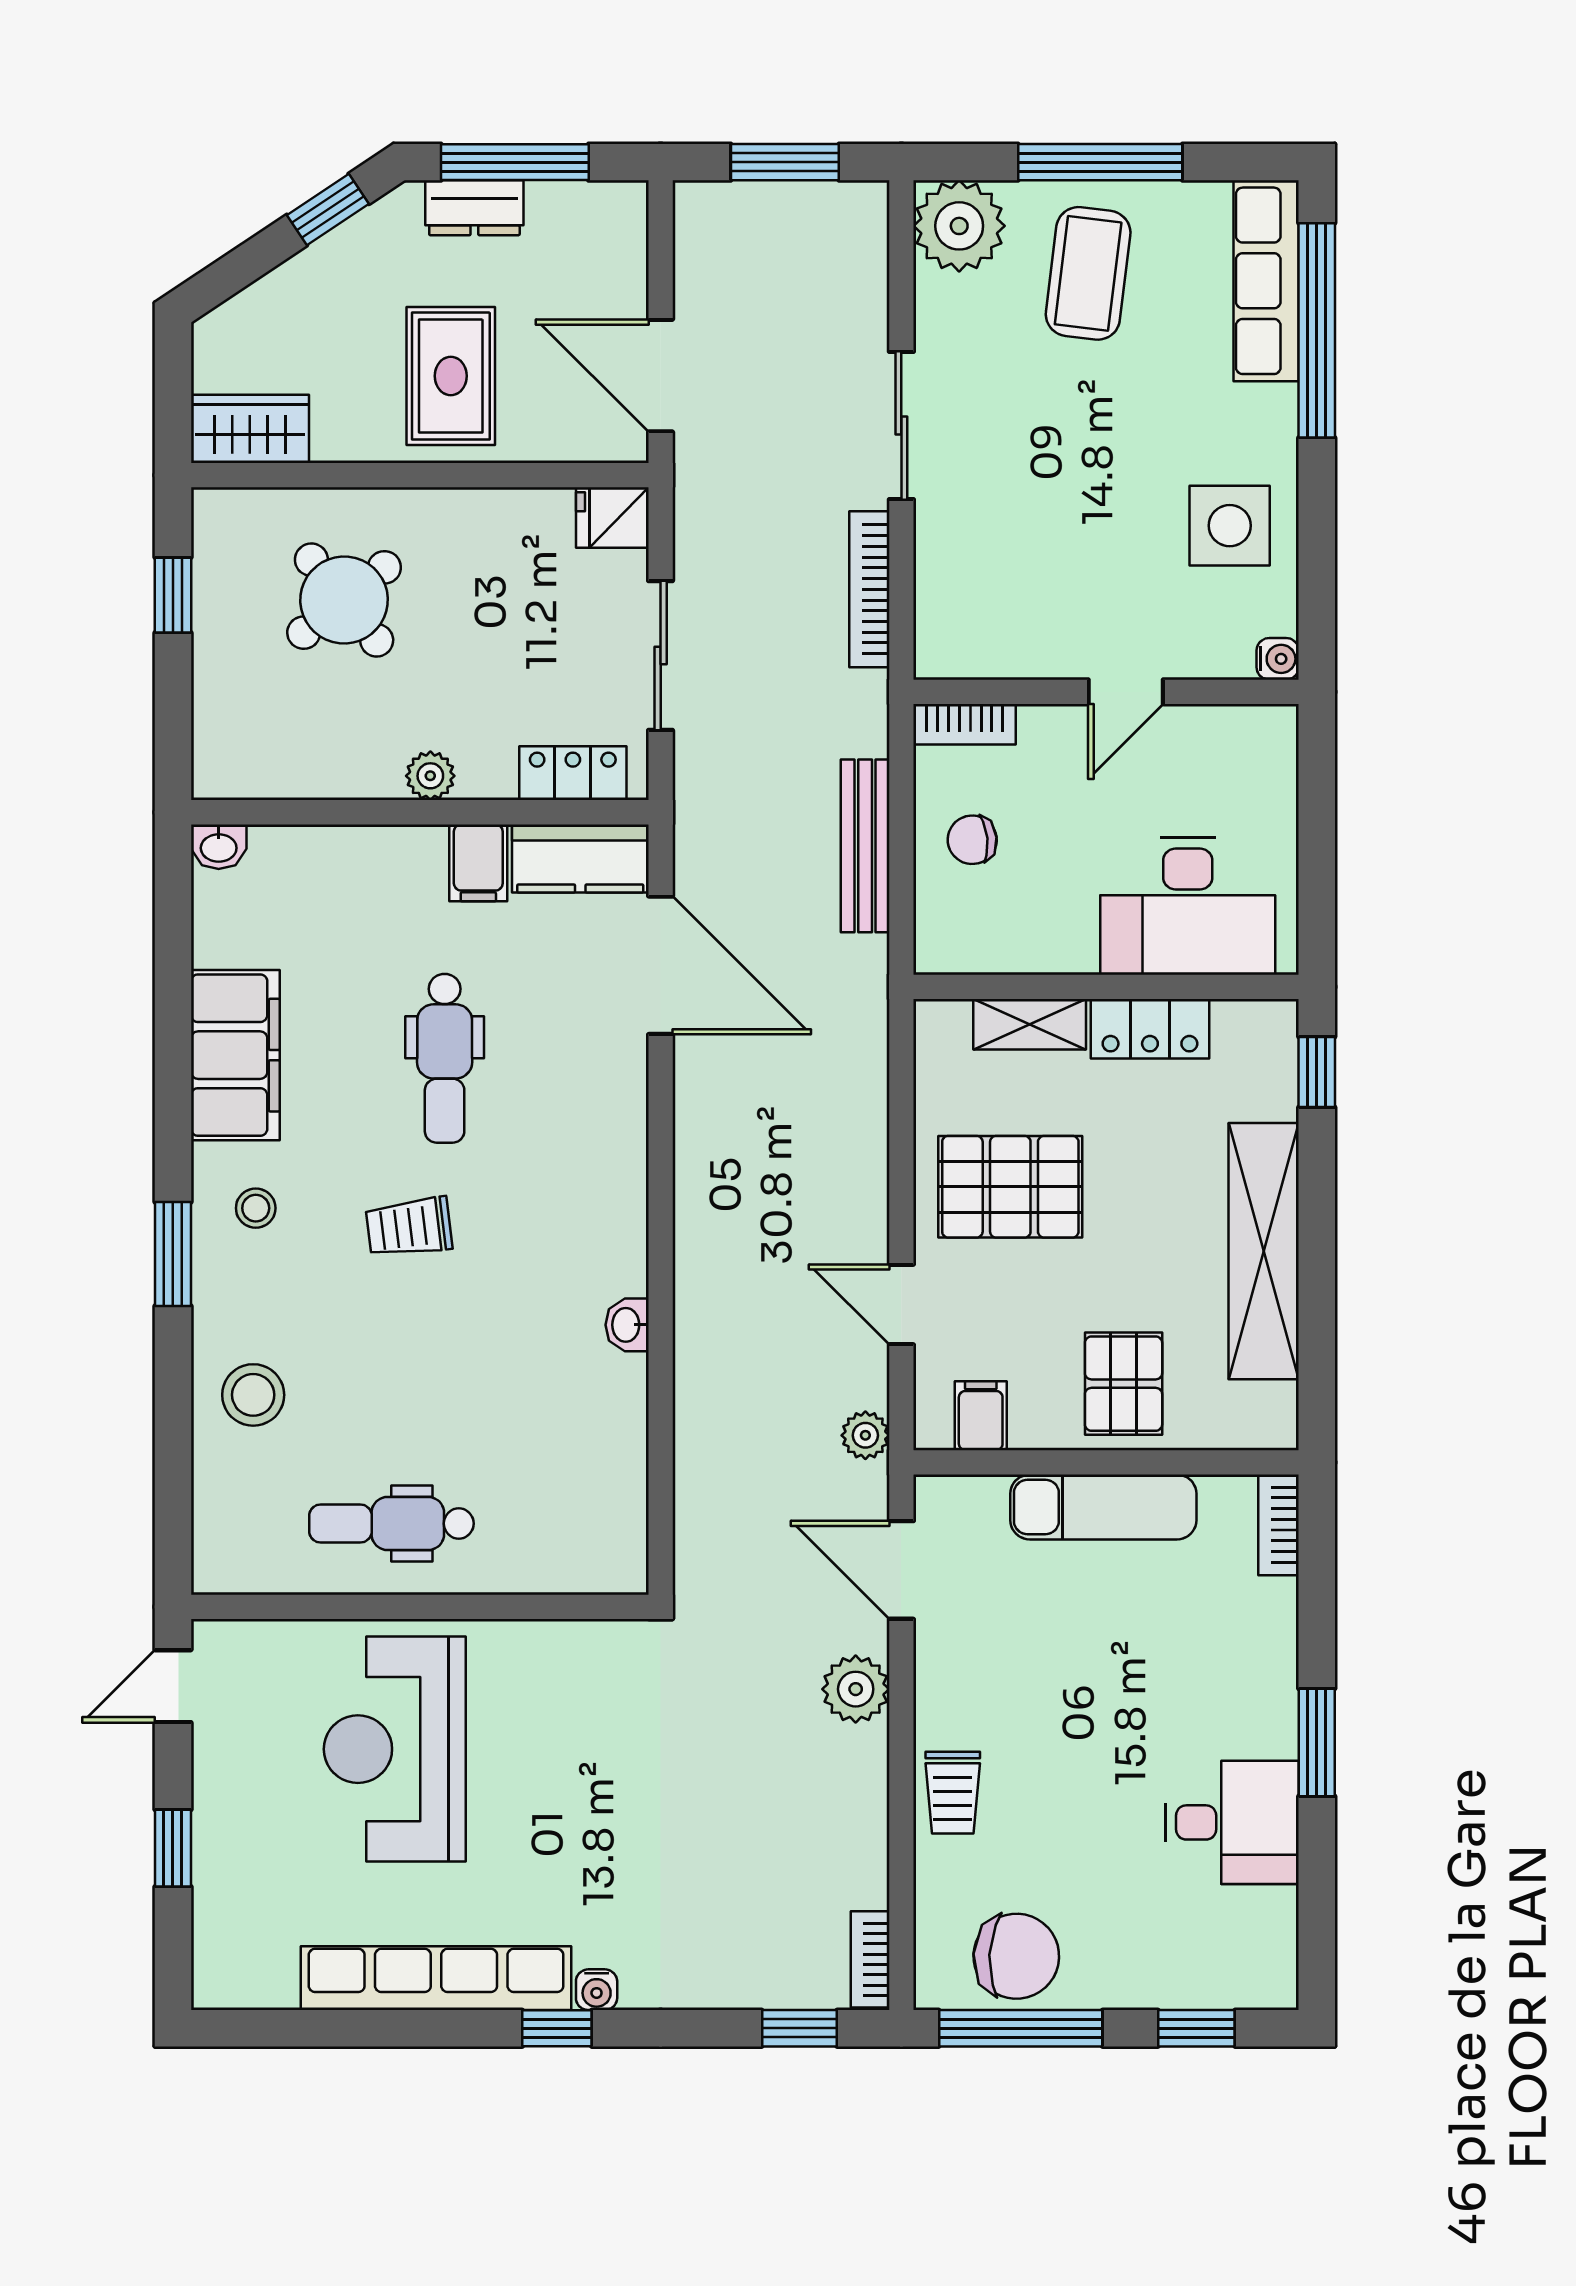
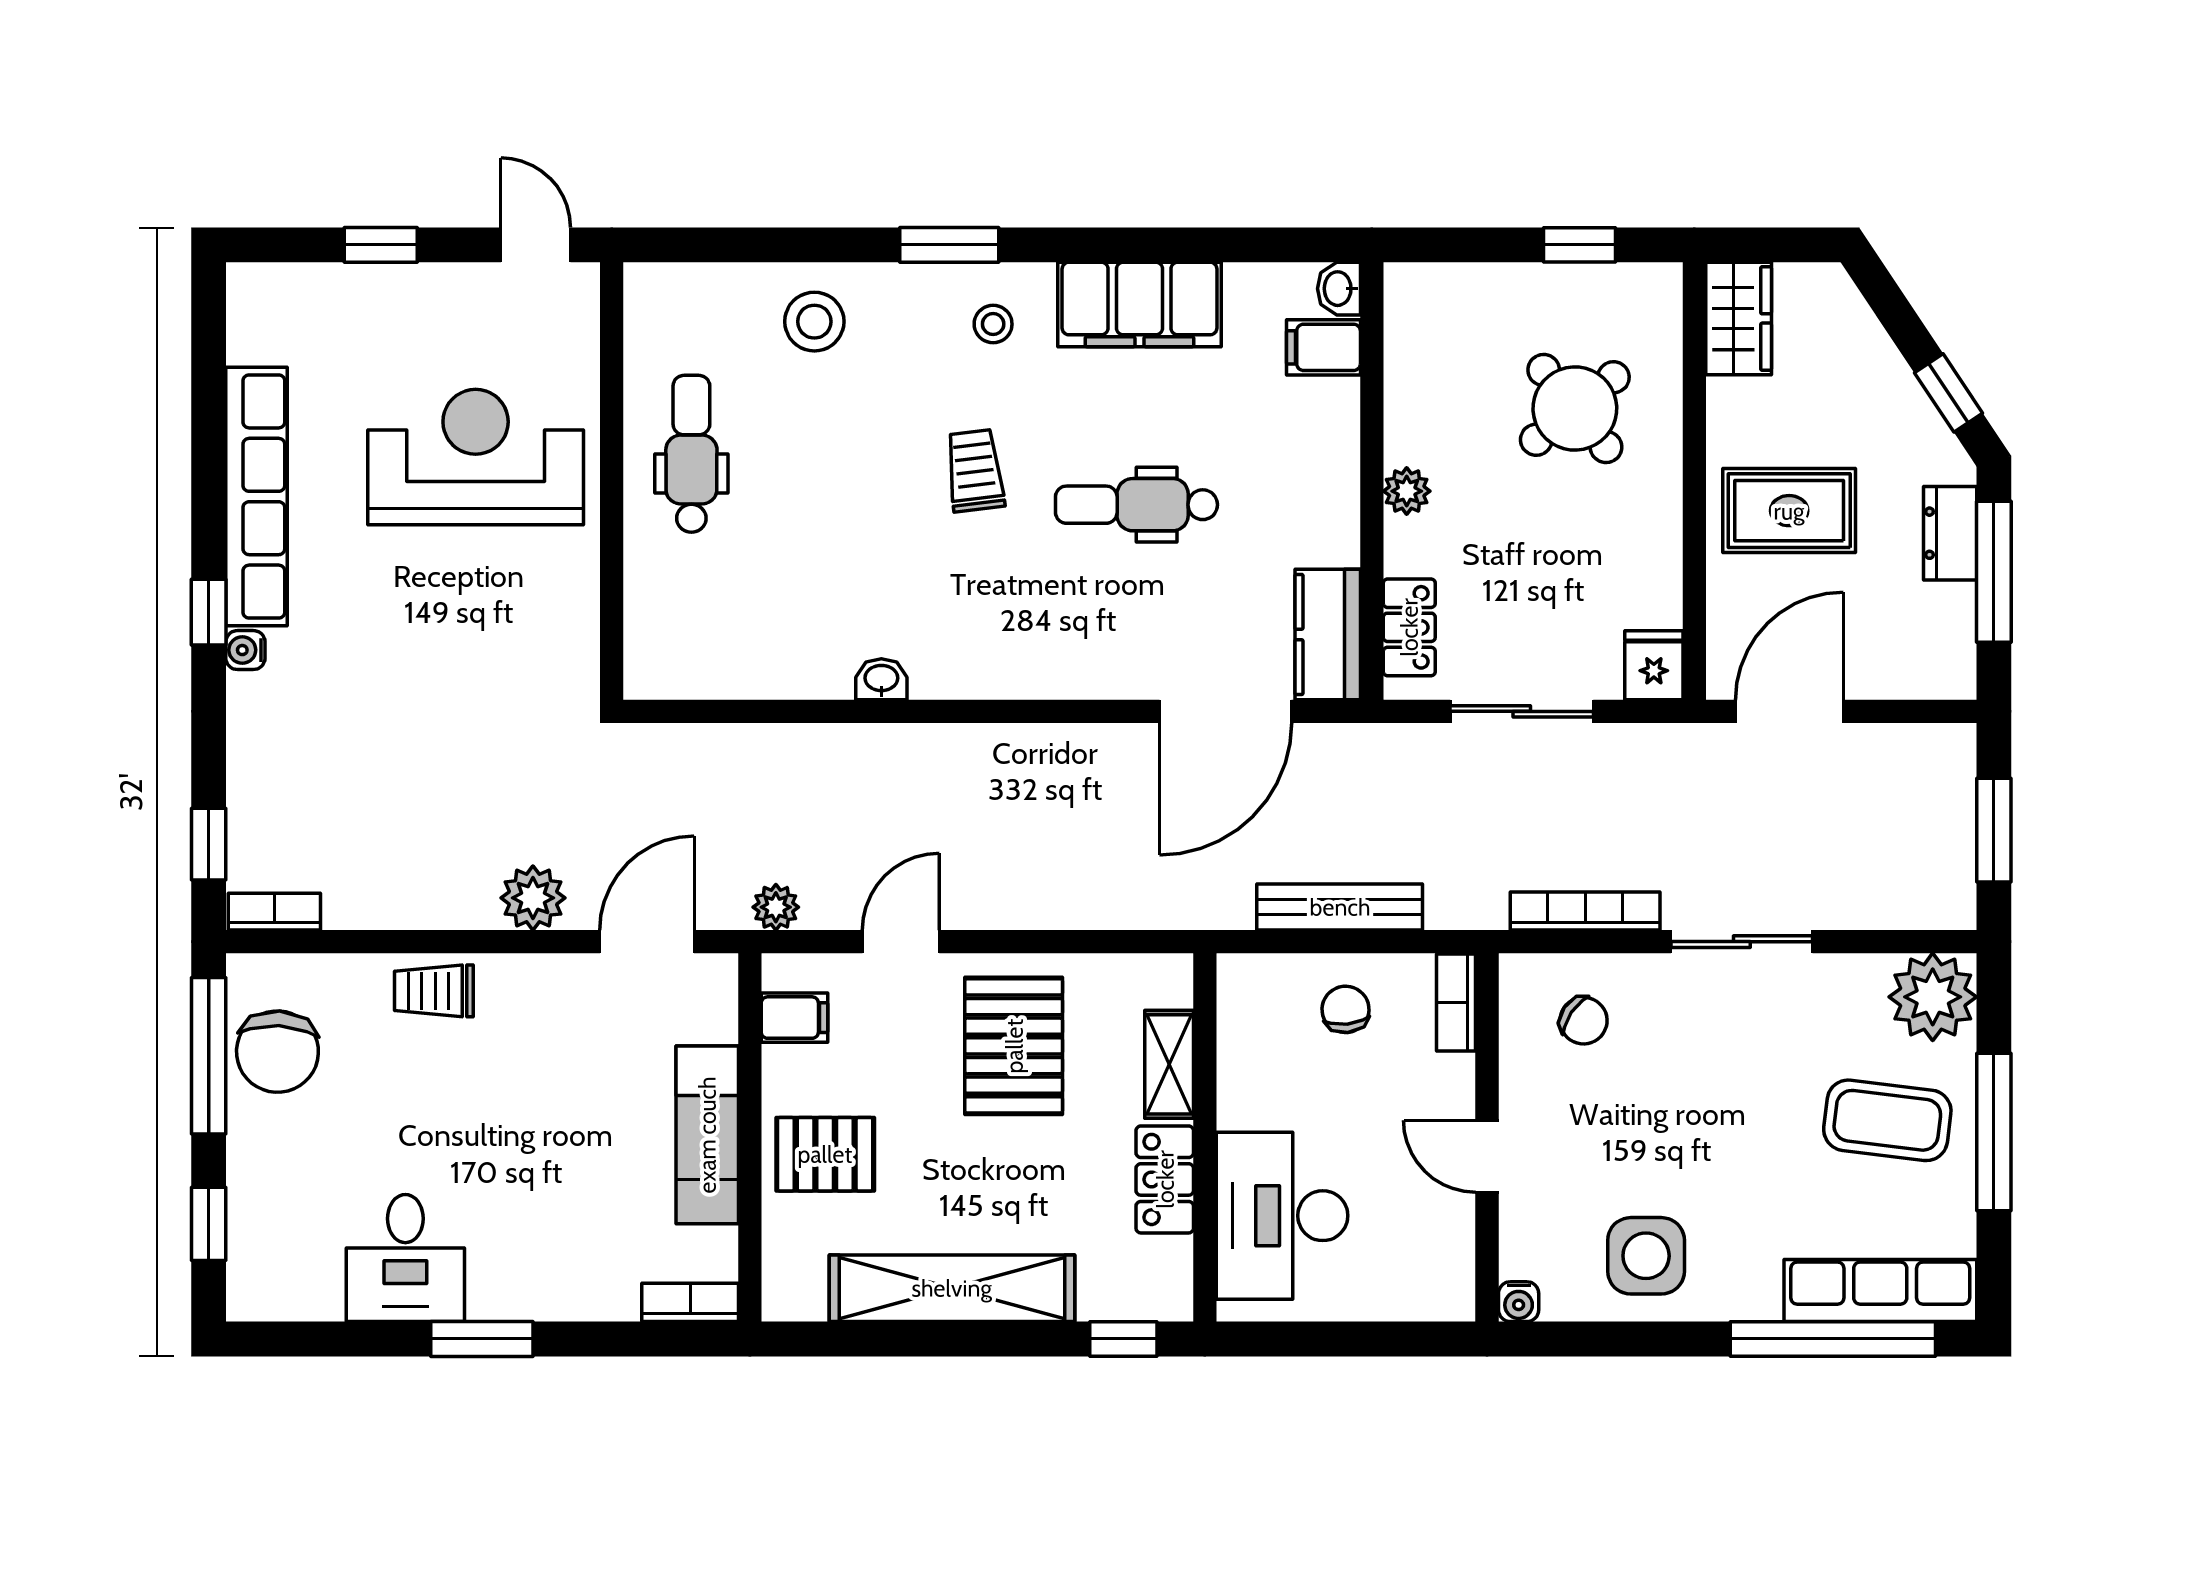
chair: (984, 591) -> (1584, 1021), added
filing cabinet: (478, 863) -> (1323, 347), moved

